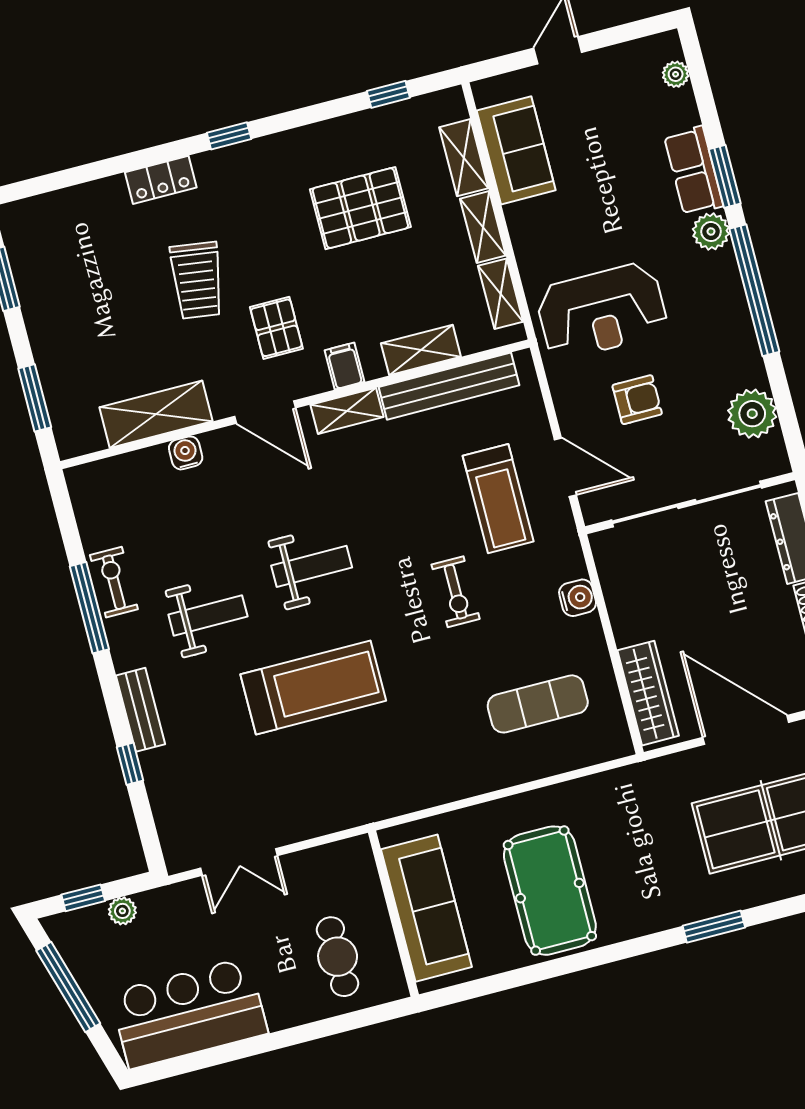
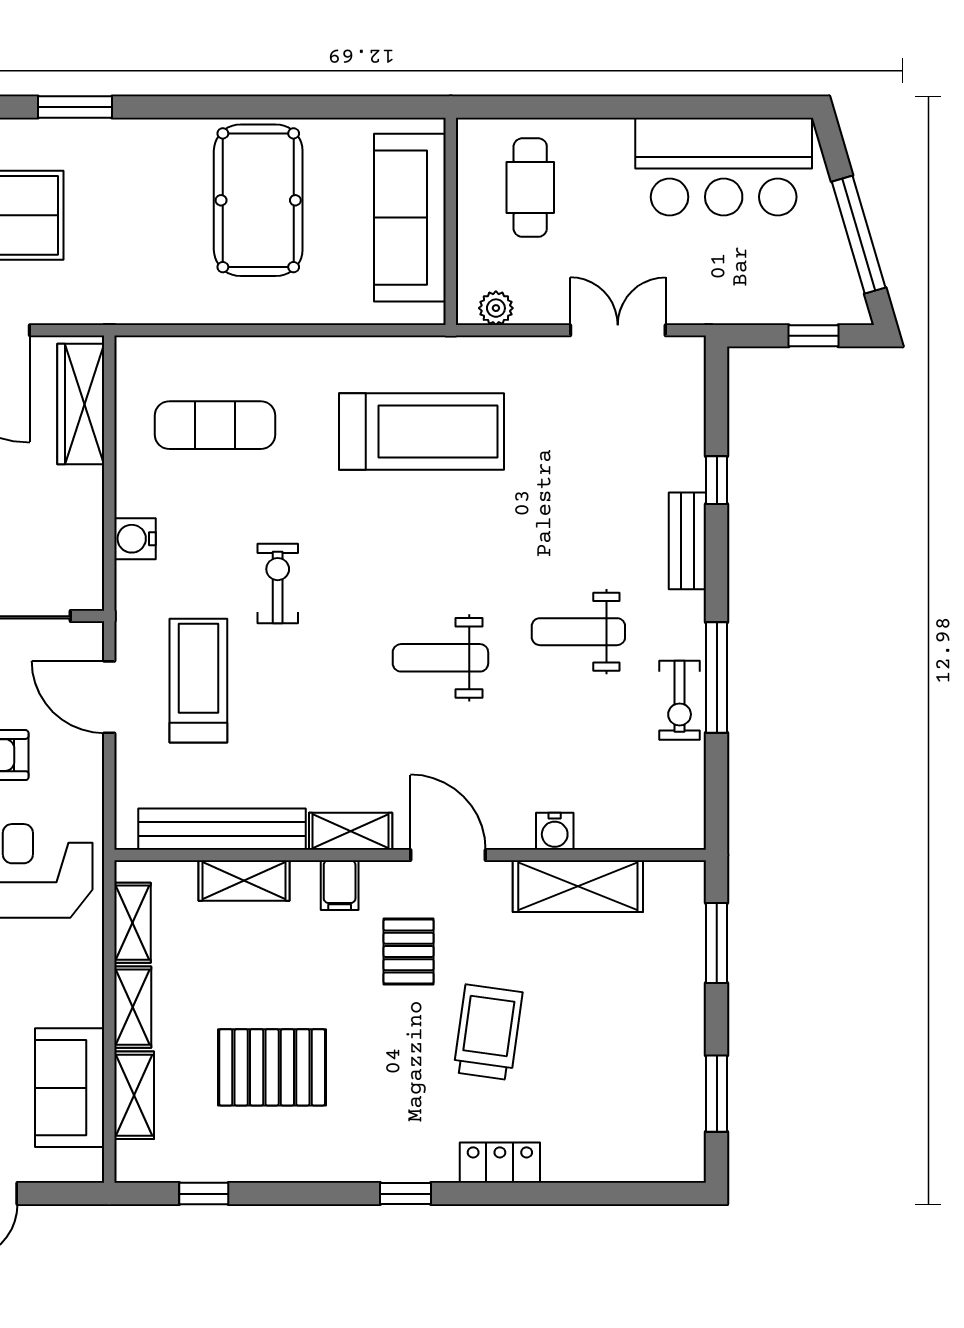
treadmill: (313, 688) -> (422, 432), moved, turned 180
plant: (122, 911) -> (496, 308), moved

